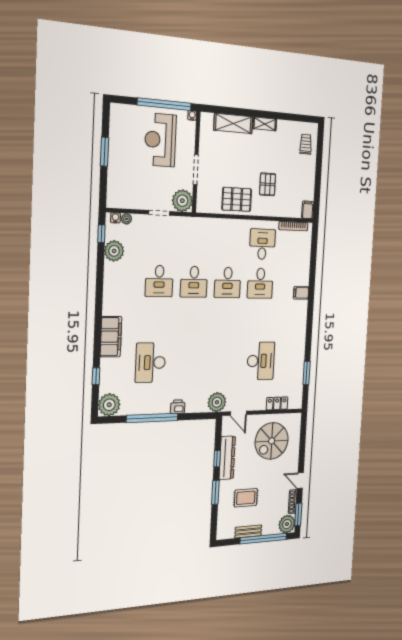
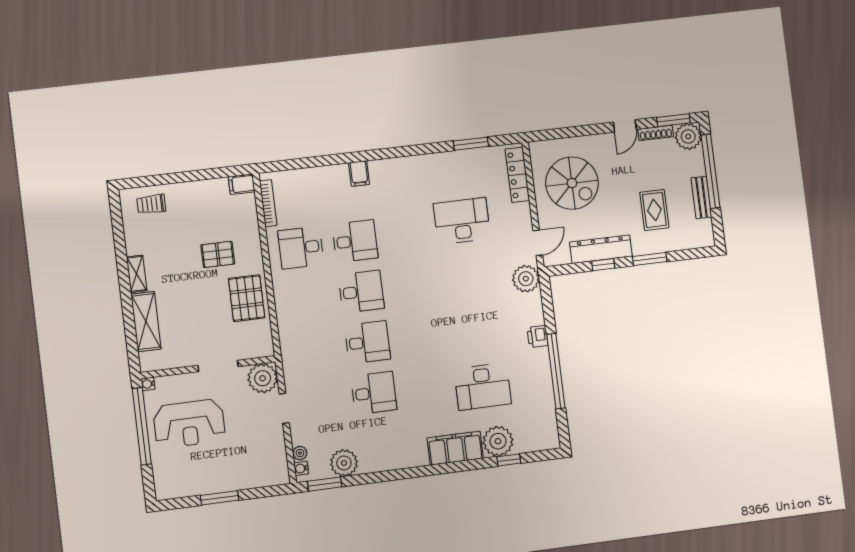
window: (101, 234) -> (325, 484), width x1.50
locker: (277, 403) -> (517, 175), width x1.53
plant: (109, 405) -> (498, 441), moved

